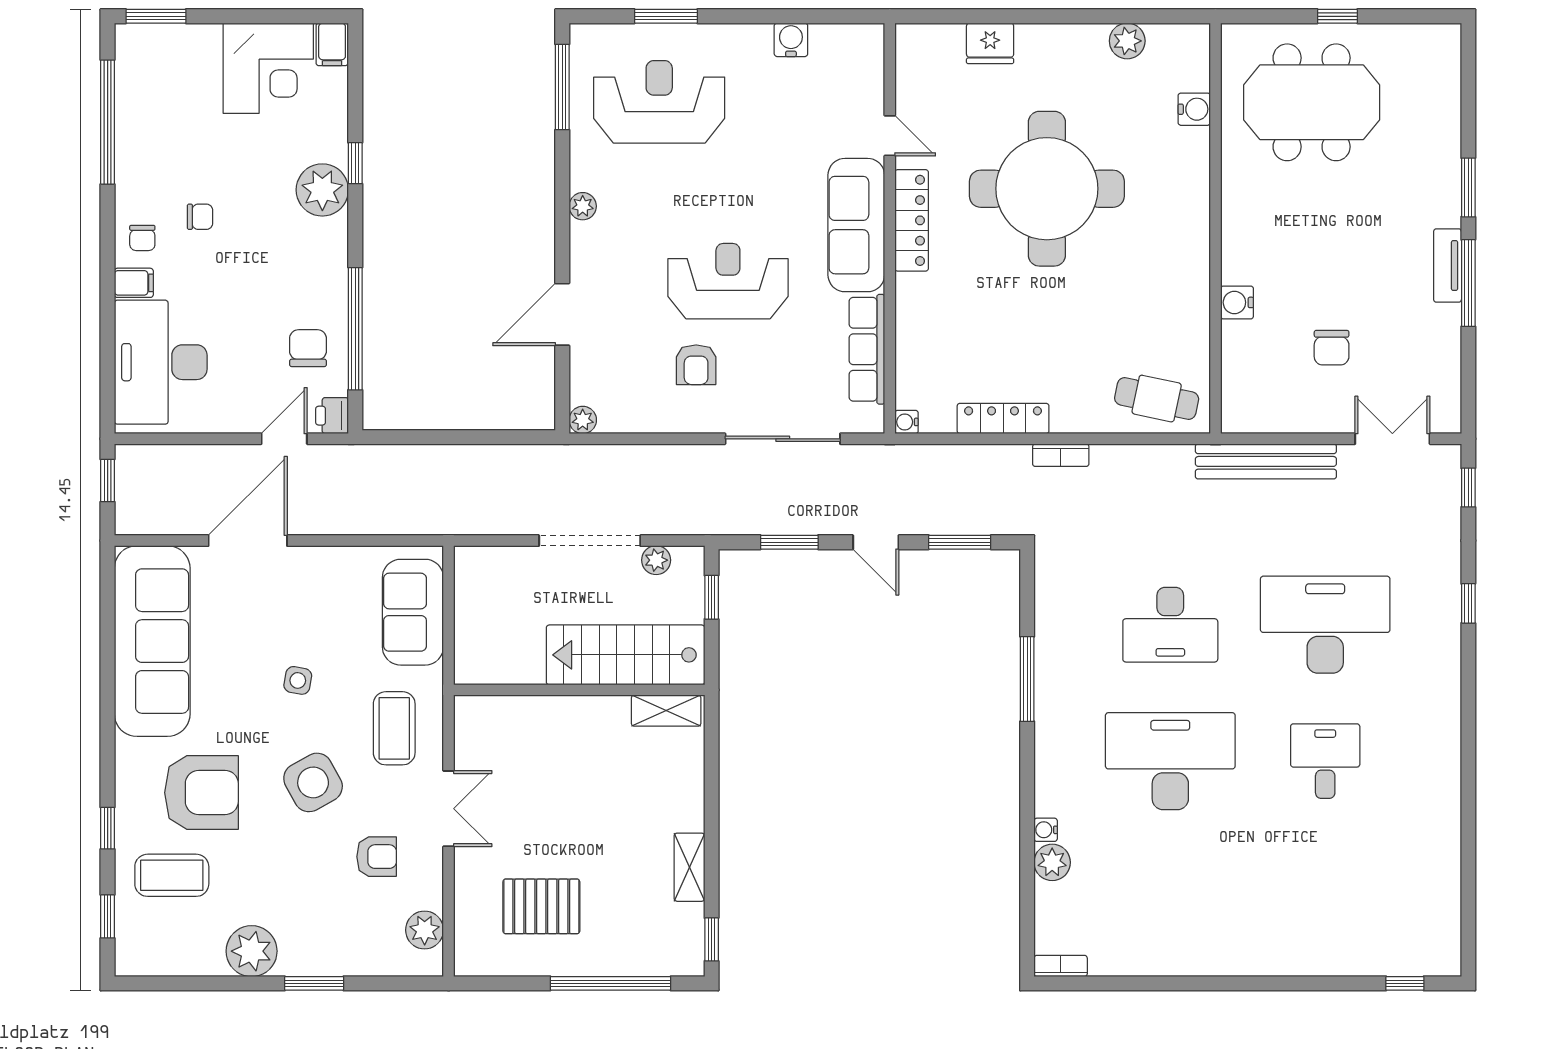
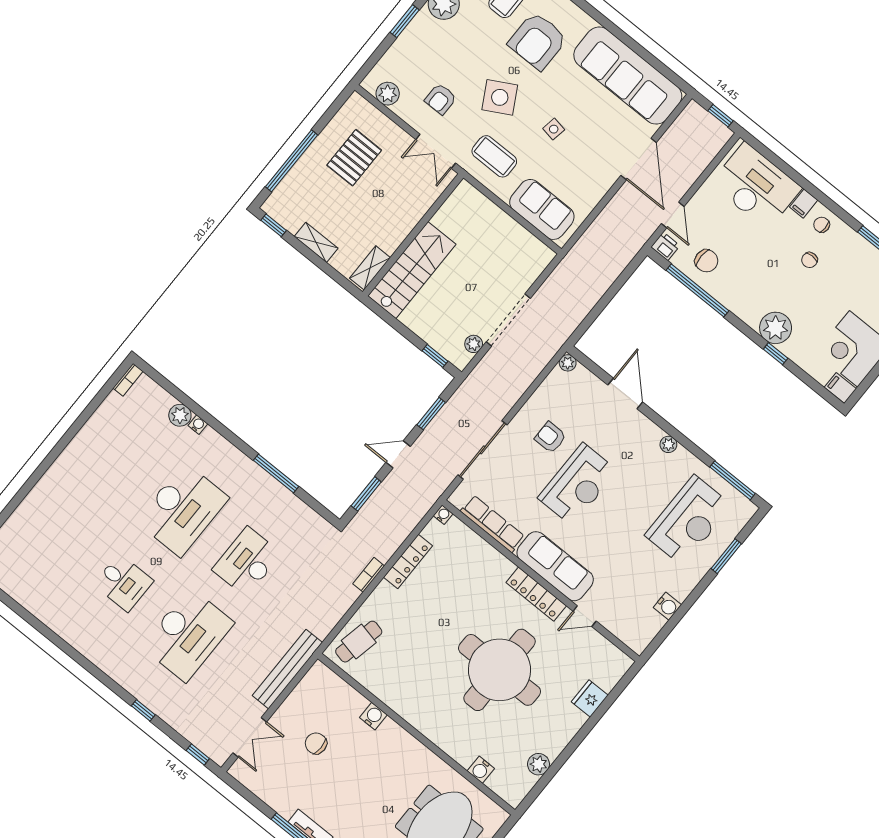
stairs: (626, 655) -> (412, 270), moved
wall: (579, 690) -> (413, 235), moved
shelving: (666, 711) -> (370, 268), moved

